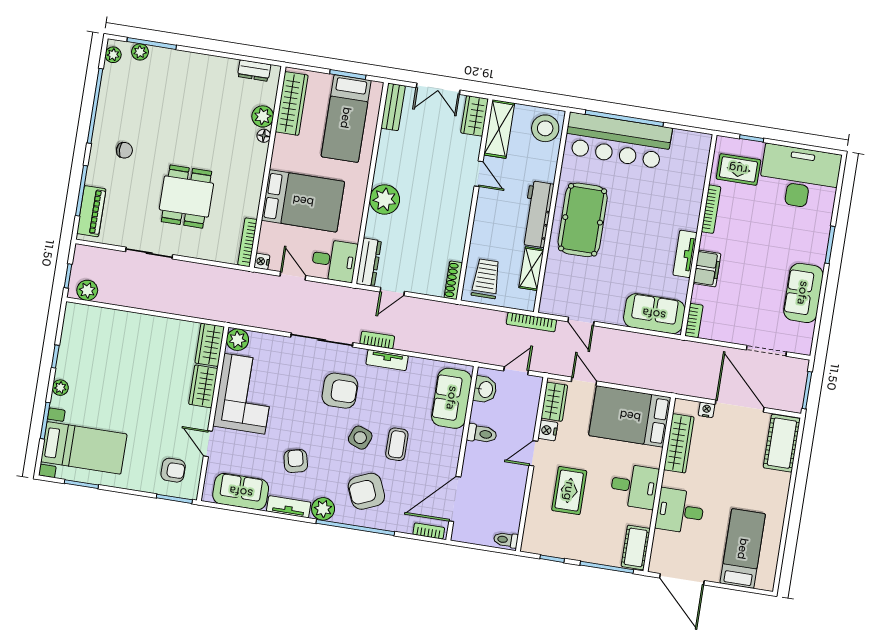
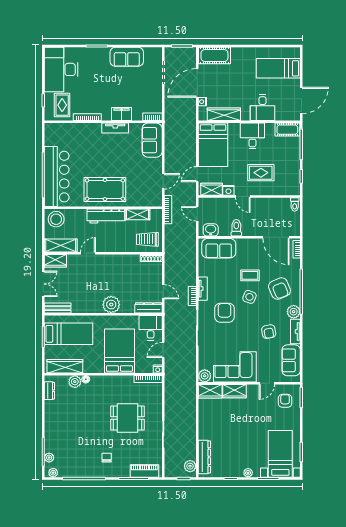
dresser: (99, 317) -> (204, 457), added
armchair: (296, 461) -> (269, 332), turned -87

